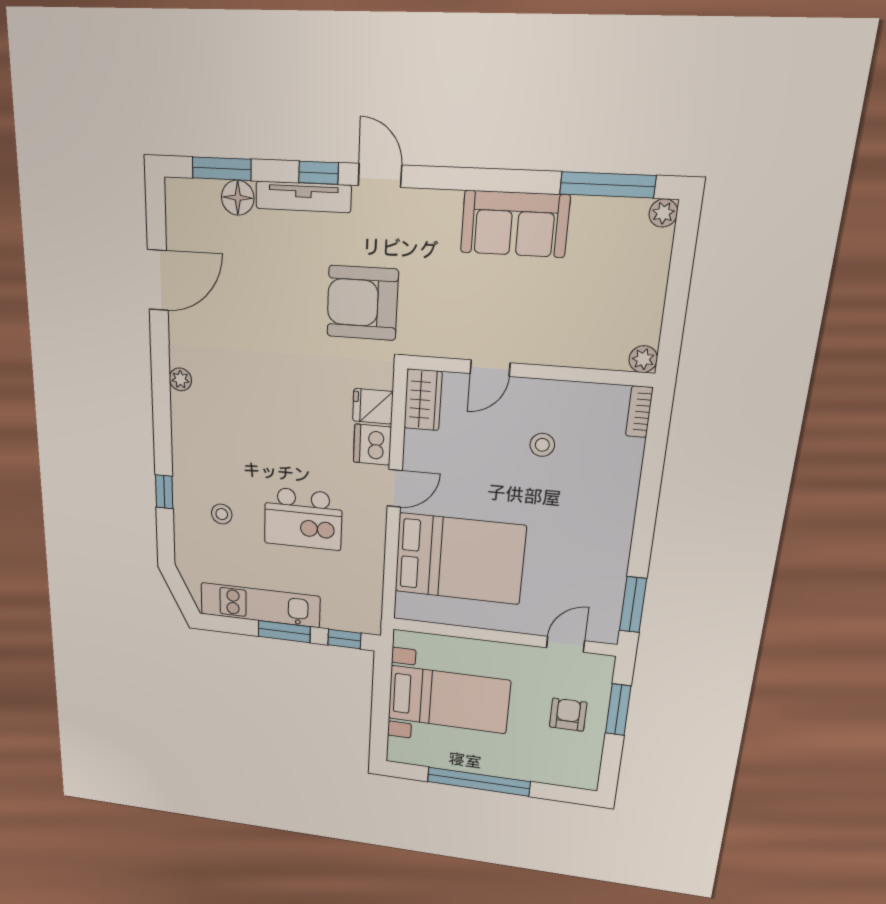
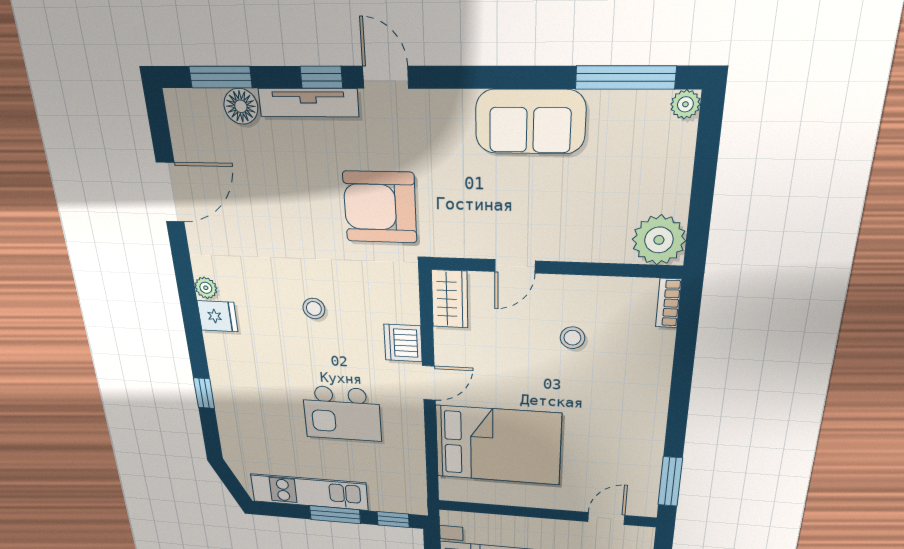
plant: (643, 359) -> (659, 240), width x1.88, depth x1.88
fridge: (373, 406) -> (218, 316), moved, turned 180
stool: (222, 514) -> (314, 309), moved

